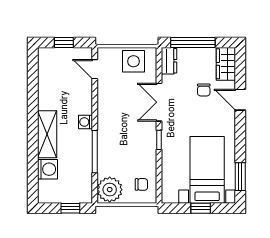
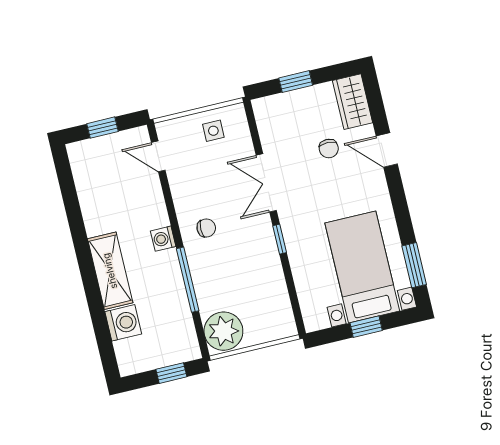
window: (193, 43) -> (296, 82), width x0.46
side table: (134, 61) -> (213, 131), width x0.54, depth x0.54
dresser: (169, 61) -> (266, 117), removed
chair: (141, 184) -> (206, 228), moved

